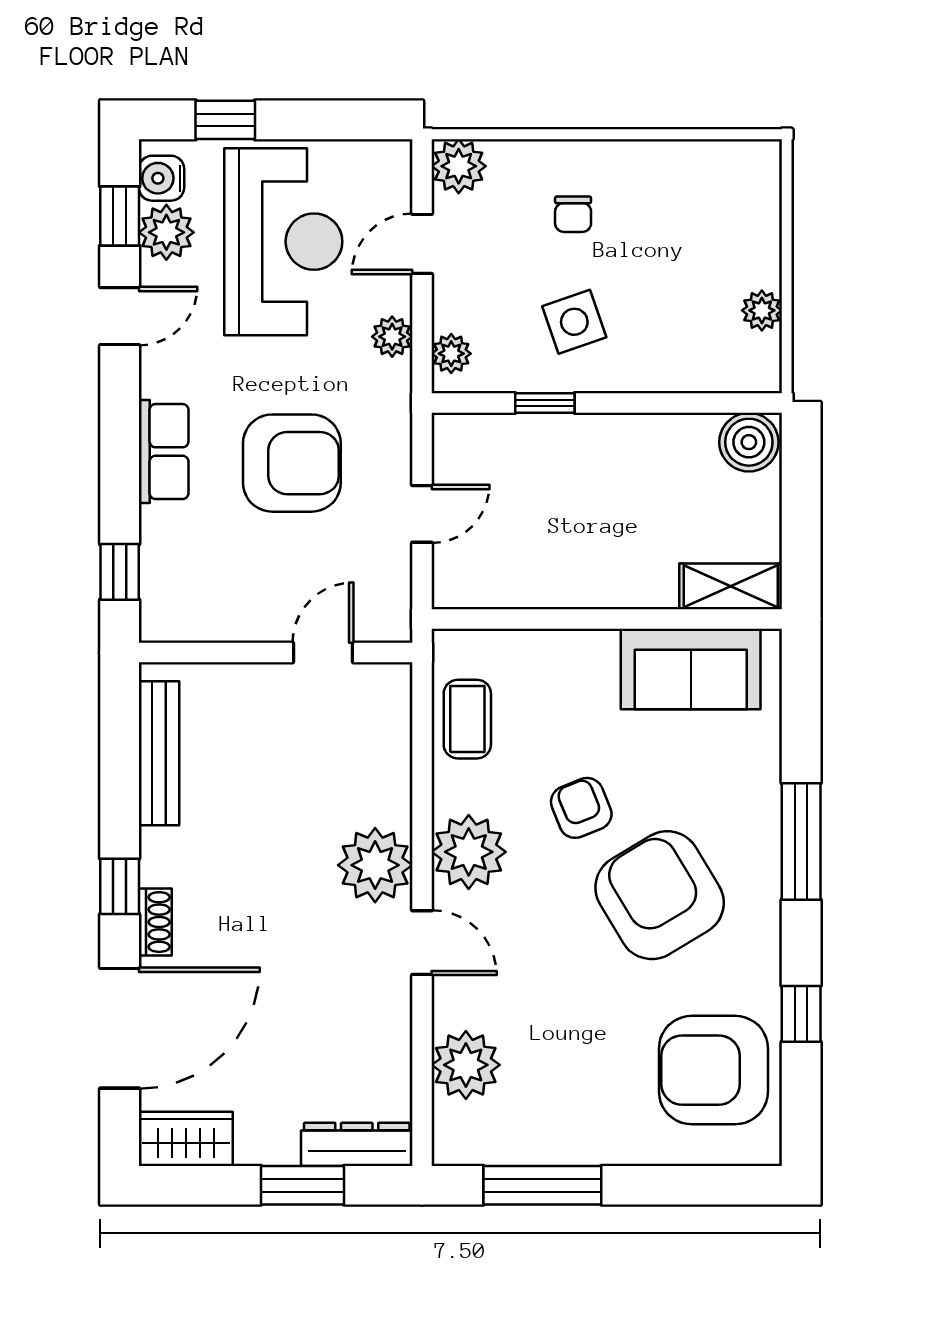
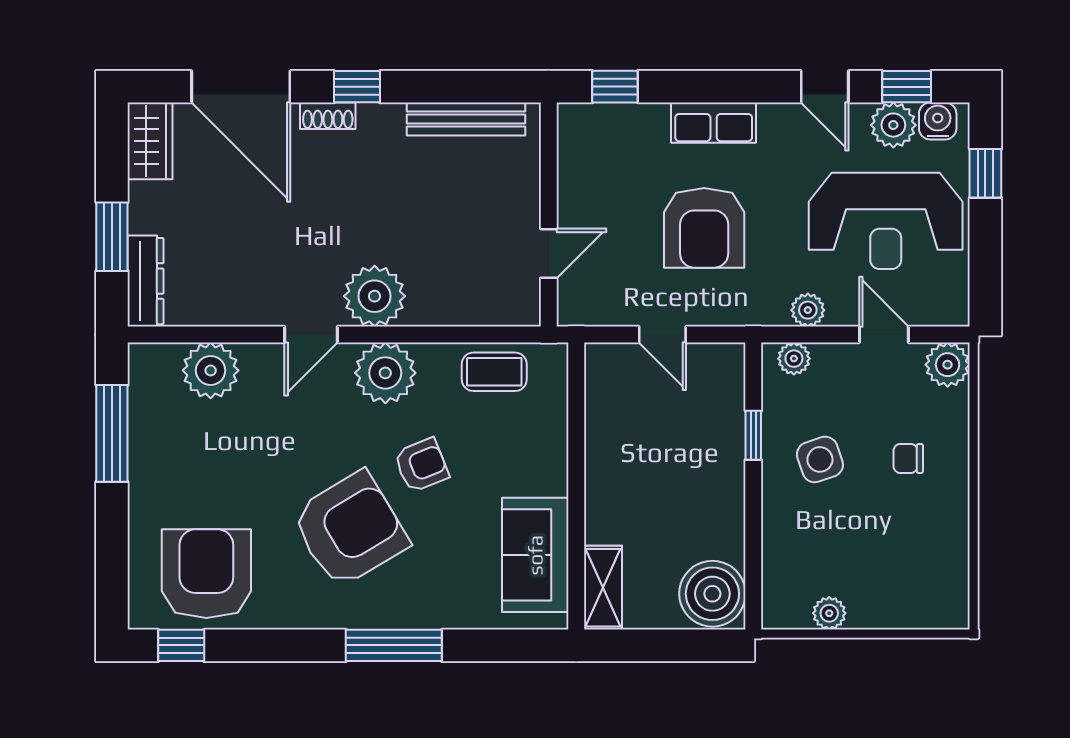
boiler: (749, 442) -> (712, 594), width x1.37, depth x1.37
door: (323, 653) -> (549, 253), hinge flipped
window: (801, 1014) -> (181, 645), moved

